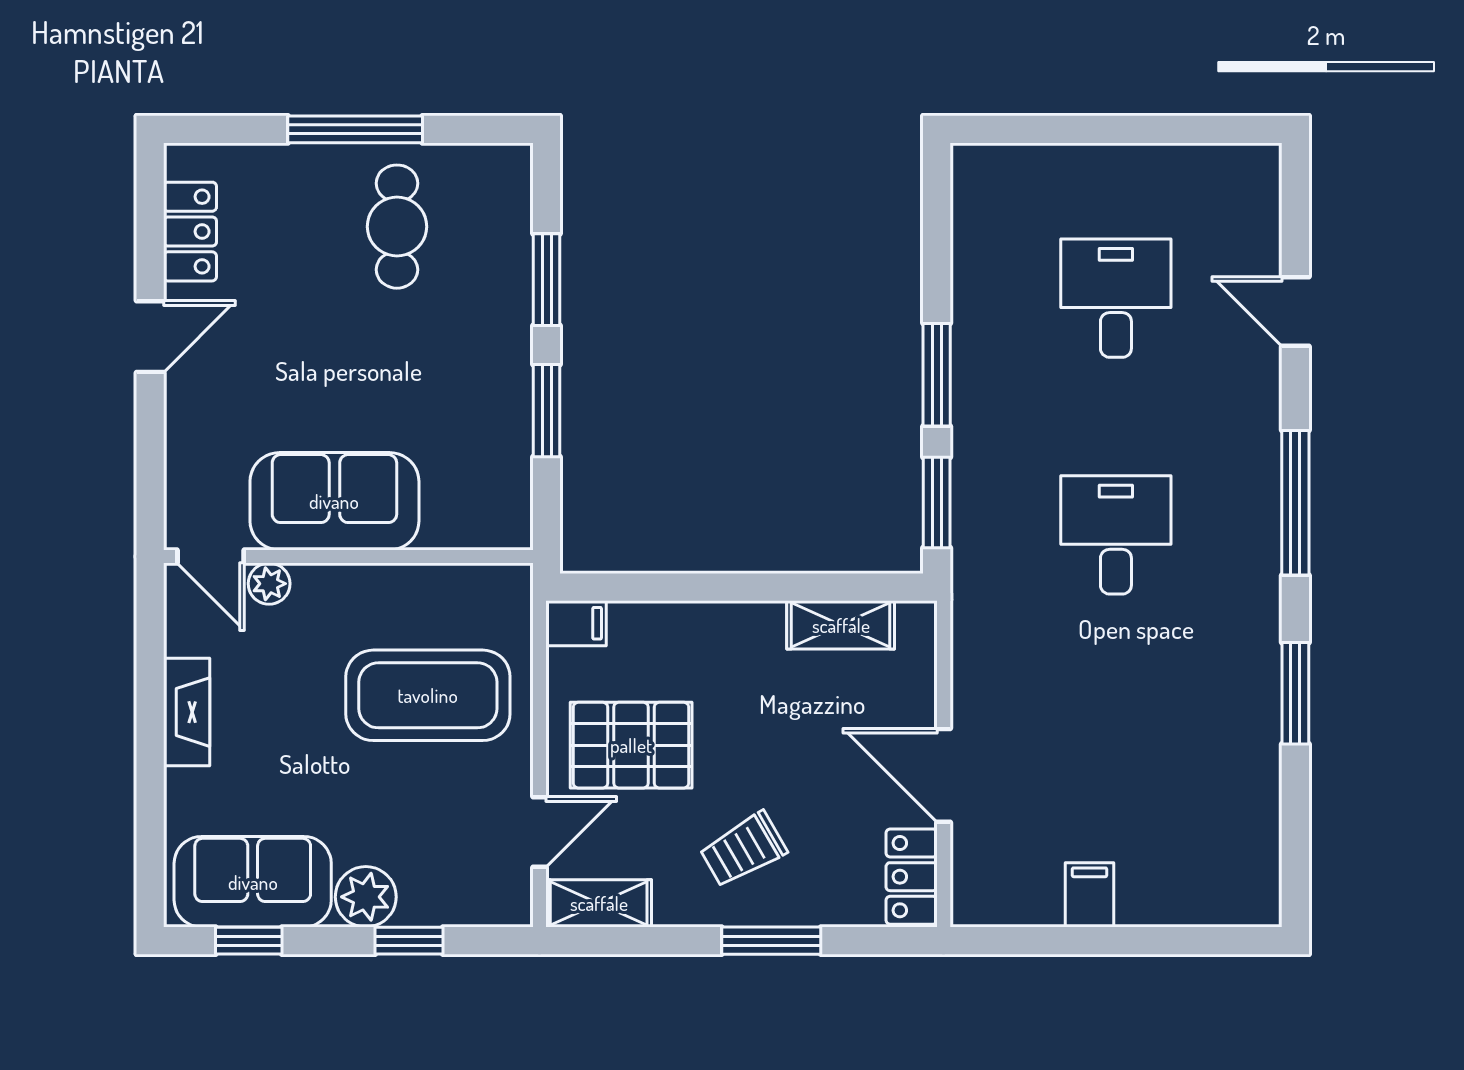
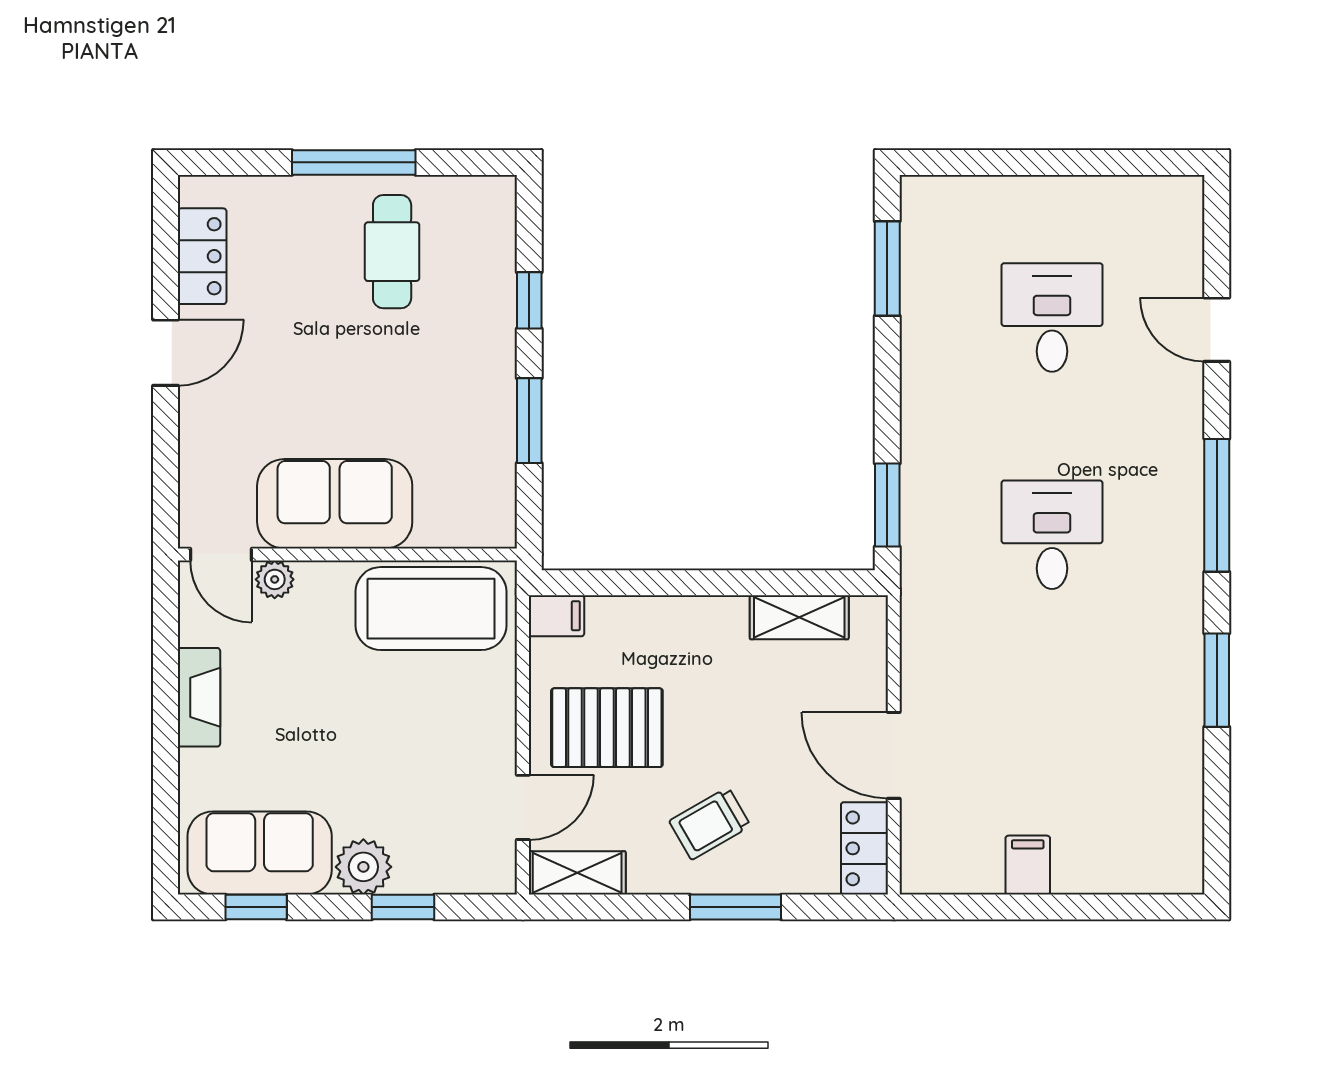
window: (547, 280) -> (529, 300), width x0.67
window: (937, 375) -> (887, 269), moved
coffee table: (428, 695) -> (431, 609), moved

